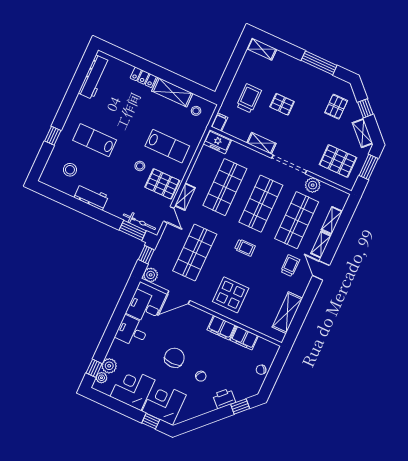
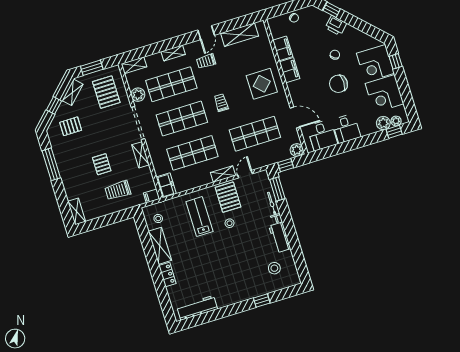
lab bench: (95, 140) -> (239, 269), removed
shelving: (332, 220) -> (134, 65), moved
bicycle: (139, 222) -> (273, 207), moved
door: (321, 271) -> (206, 33), moved

